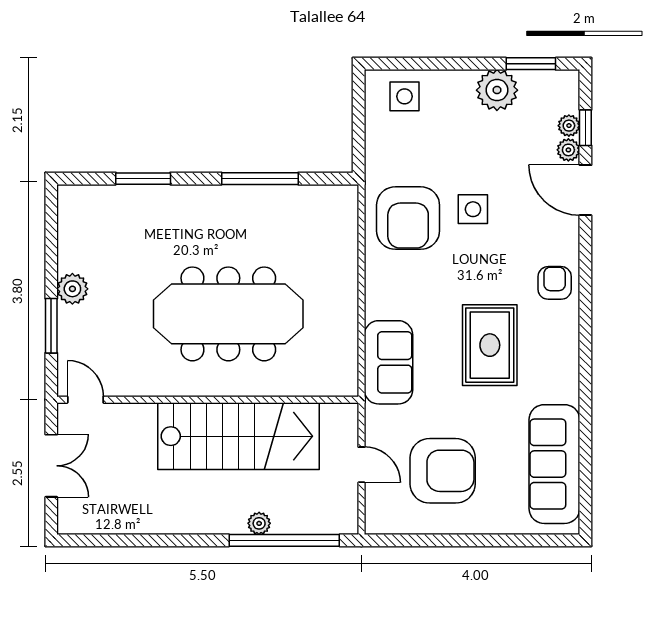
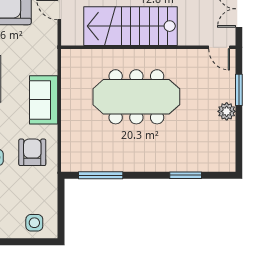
window: (260, 179) -> (101, 175), moved
armchair: (408, 218) -> (32, 152), width x0.73, depth x0.73
sofa: (388, 362) -> (44, 100), moved

